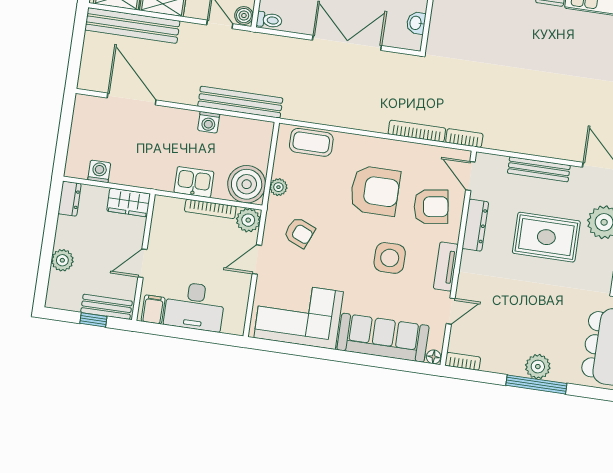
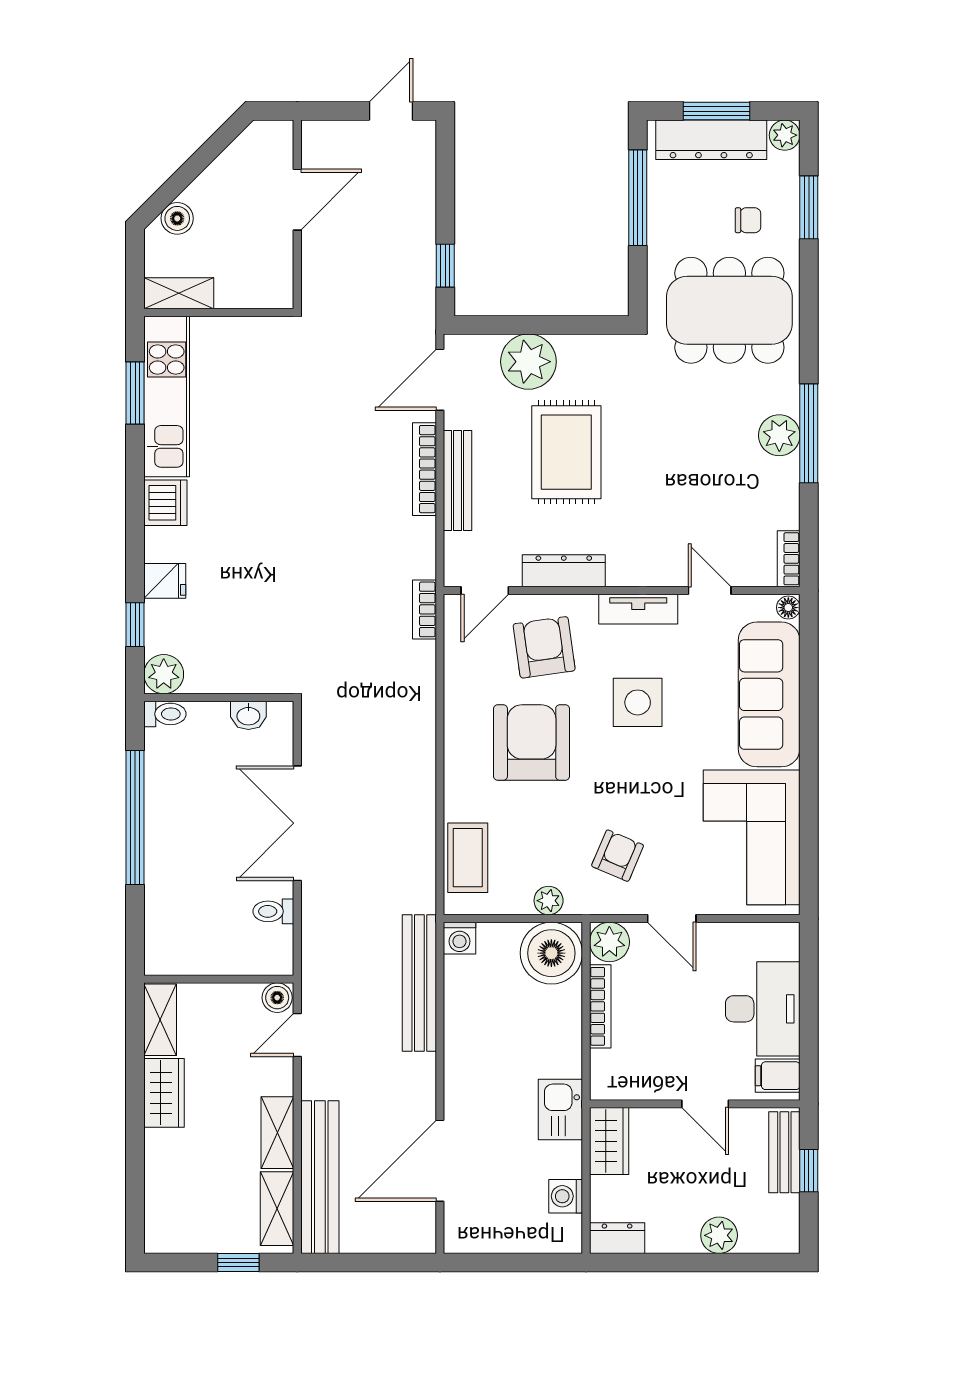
toilet: (269, 20) -> (273, 911), moved, turned -90
washing machine: (209, 122) -> (460, 938), moved, turned 90
bookcase: (417, 131) -> (424, 469), moved
kitchen sink: (194, 182) -> (560, 1109), moved

